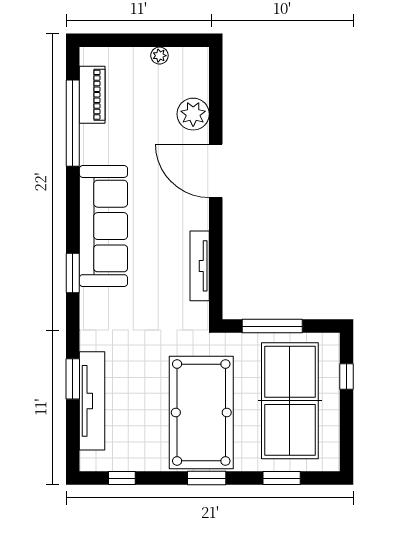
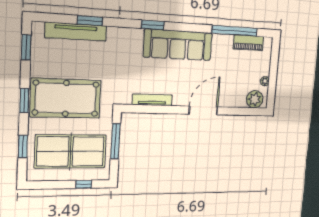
plant: (193, 114) -> (255, 99), moved
window: (122, 478) -> (26, 47), width x1.50

